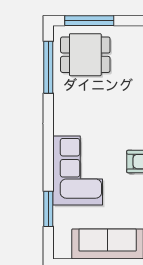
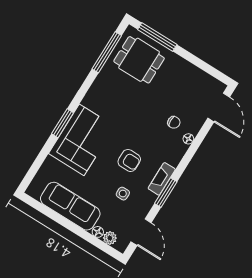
window: (48, 209) -> (63, 123), moved

